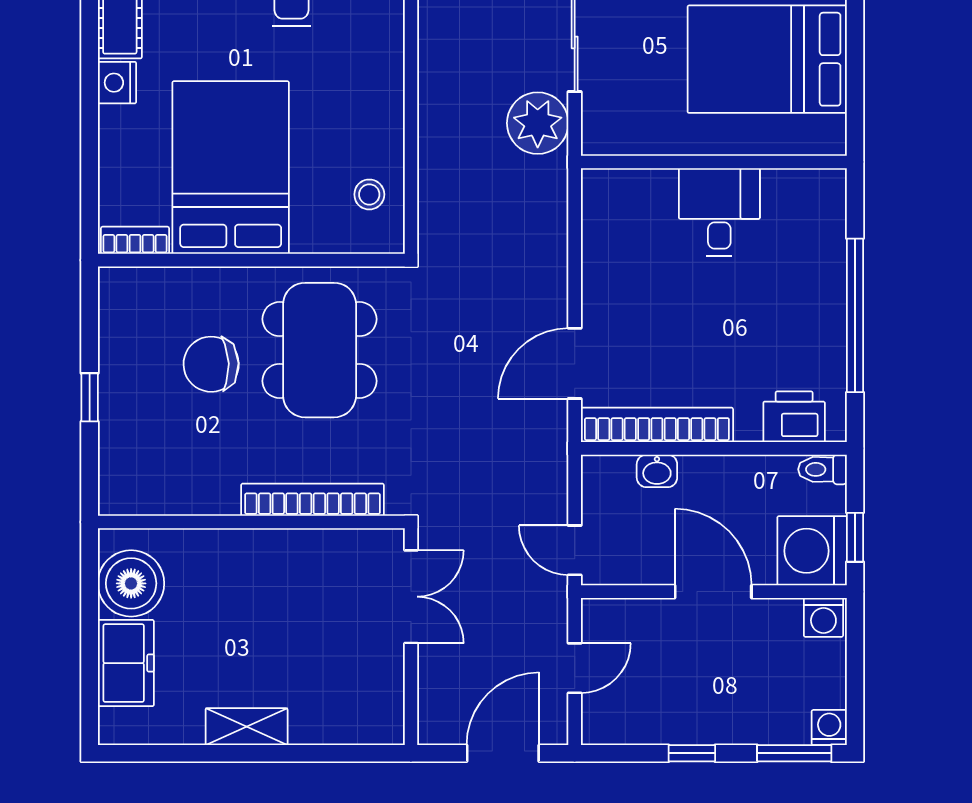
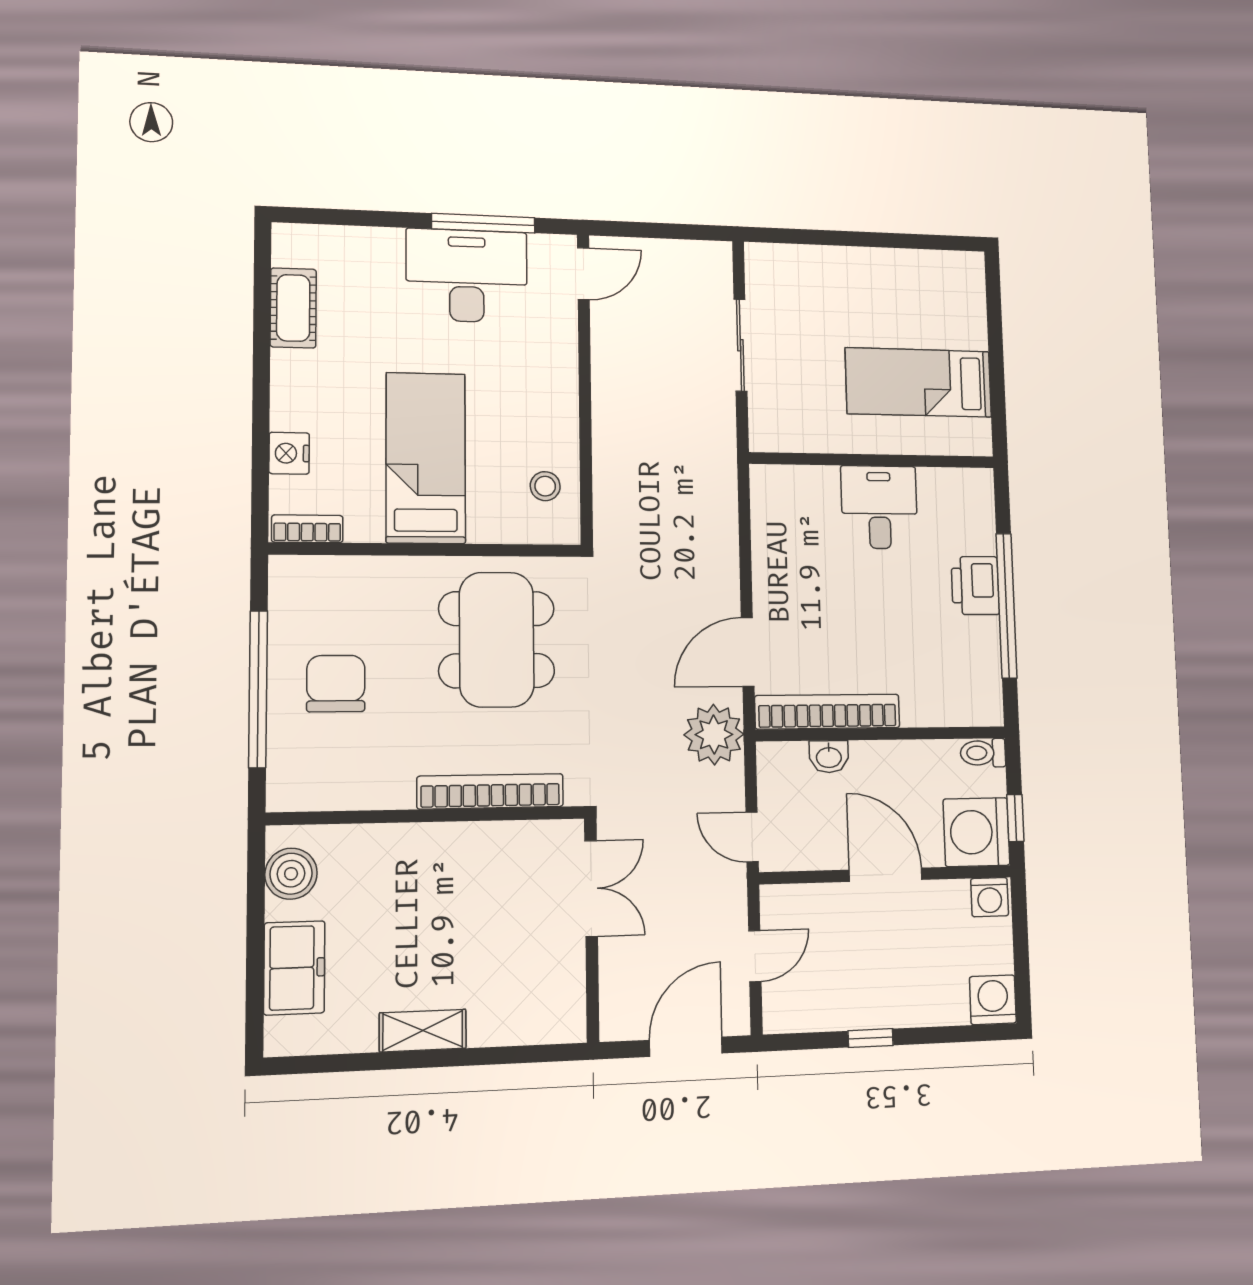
bed: (767, 59) -> (919, 382), width x0.67
nightstand: (117, 83) -> (289, 453), moved
plant: (538, 123) -> (714, 735), moved
bed: (231, 168) -> (426, 458), width x0.67
chair: (211, 364) -> (336, 684), moved, turned 92
window: (90, 397) -> (258, 689), width x3.17
printer: (794, 417) -> (975, 586), moved, turned -90
boiler: (131, 583) -> (291, 874), width x0.73, depth x0.73
washing machine: (829, 728) -> (993, 1000), width x1.38, depth x1.38
window: (794, 753) -> (968, 1034), removed

